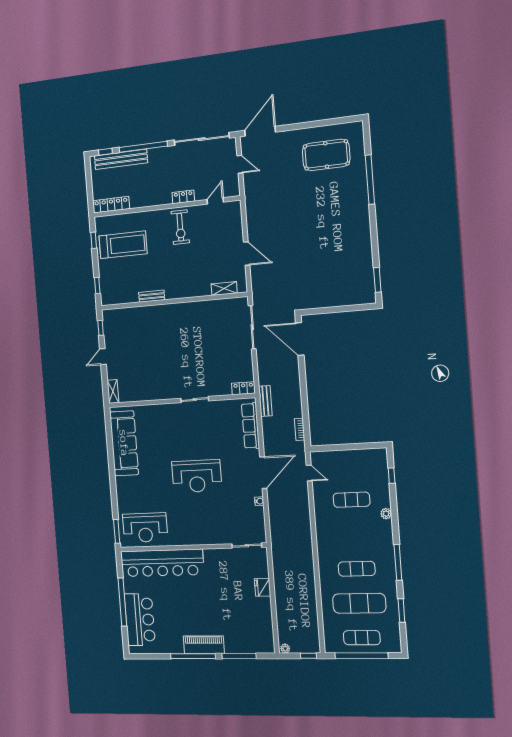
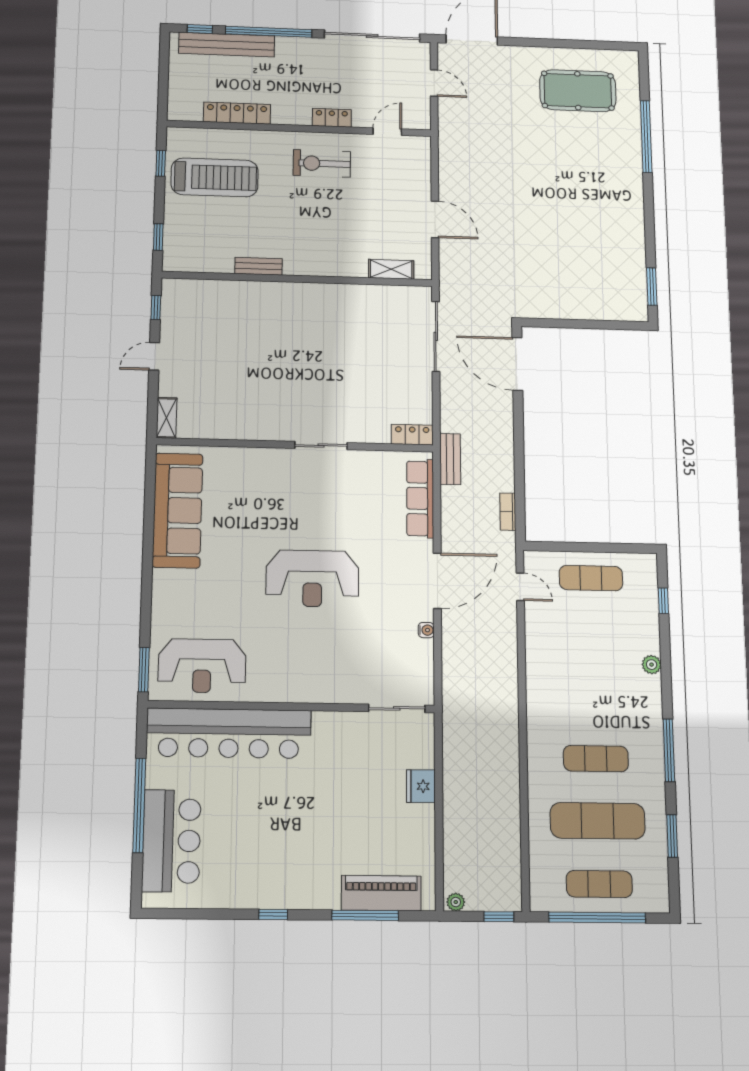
locker: (111, 205) -> (237, 113), moved
exercise bike: (180, 227) -> (322, 163), turned 90
exercise mat: (352, 500) -> (591, 578), moved
piano: (204, 645) -> (381, 893), moved
window: (193, 656) -> (273, 914), width x0.32

